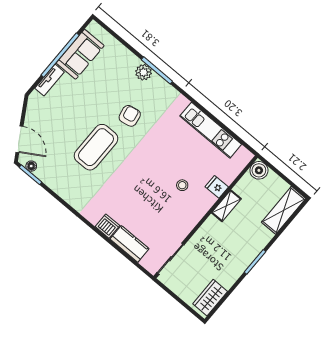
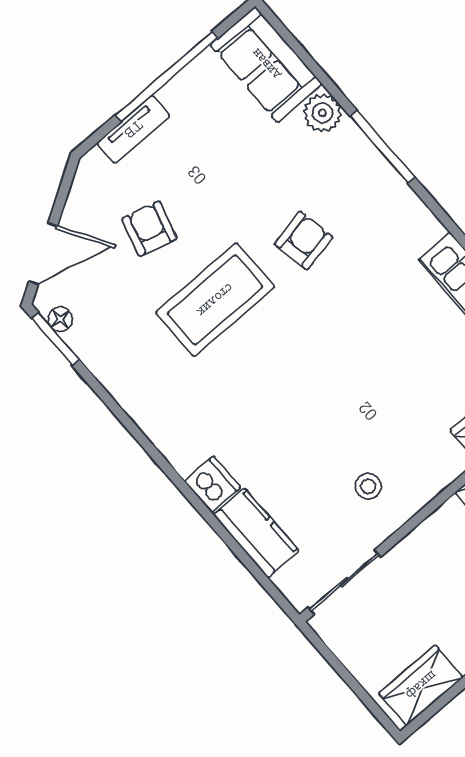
sofa: (80, 54) -> (266, 64), moved, turned 90
plant: (144, 72) -> (322, 113), moved
armchair: (63, 121) -> (149, 229), added
door: (19, 139) -> (43, 254), hinge flipped
stool: (182, 185) -> (368, 486), moved

